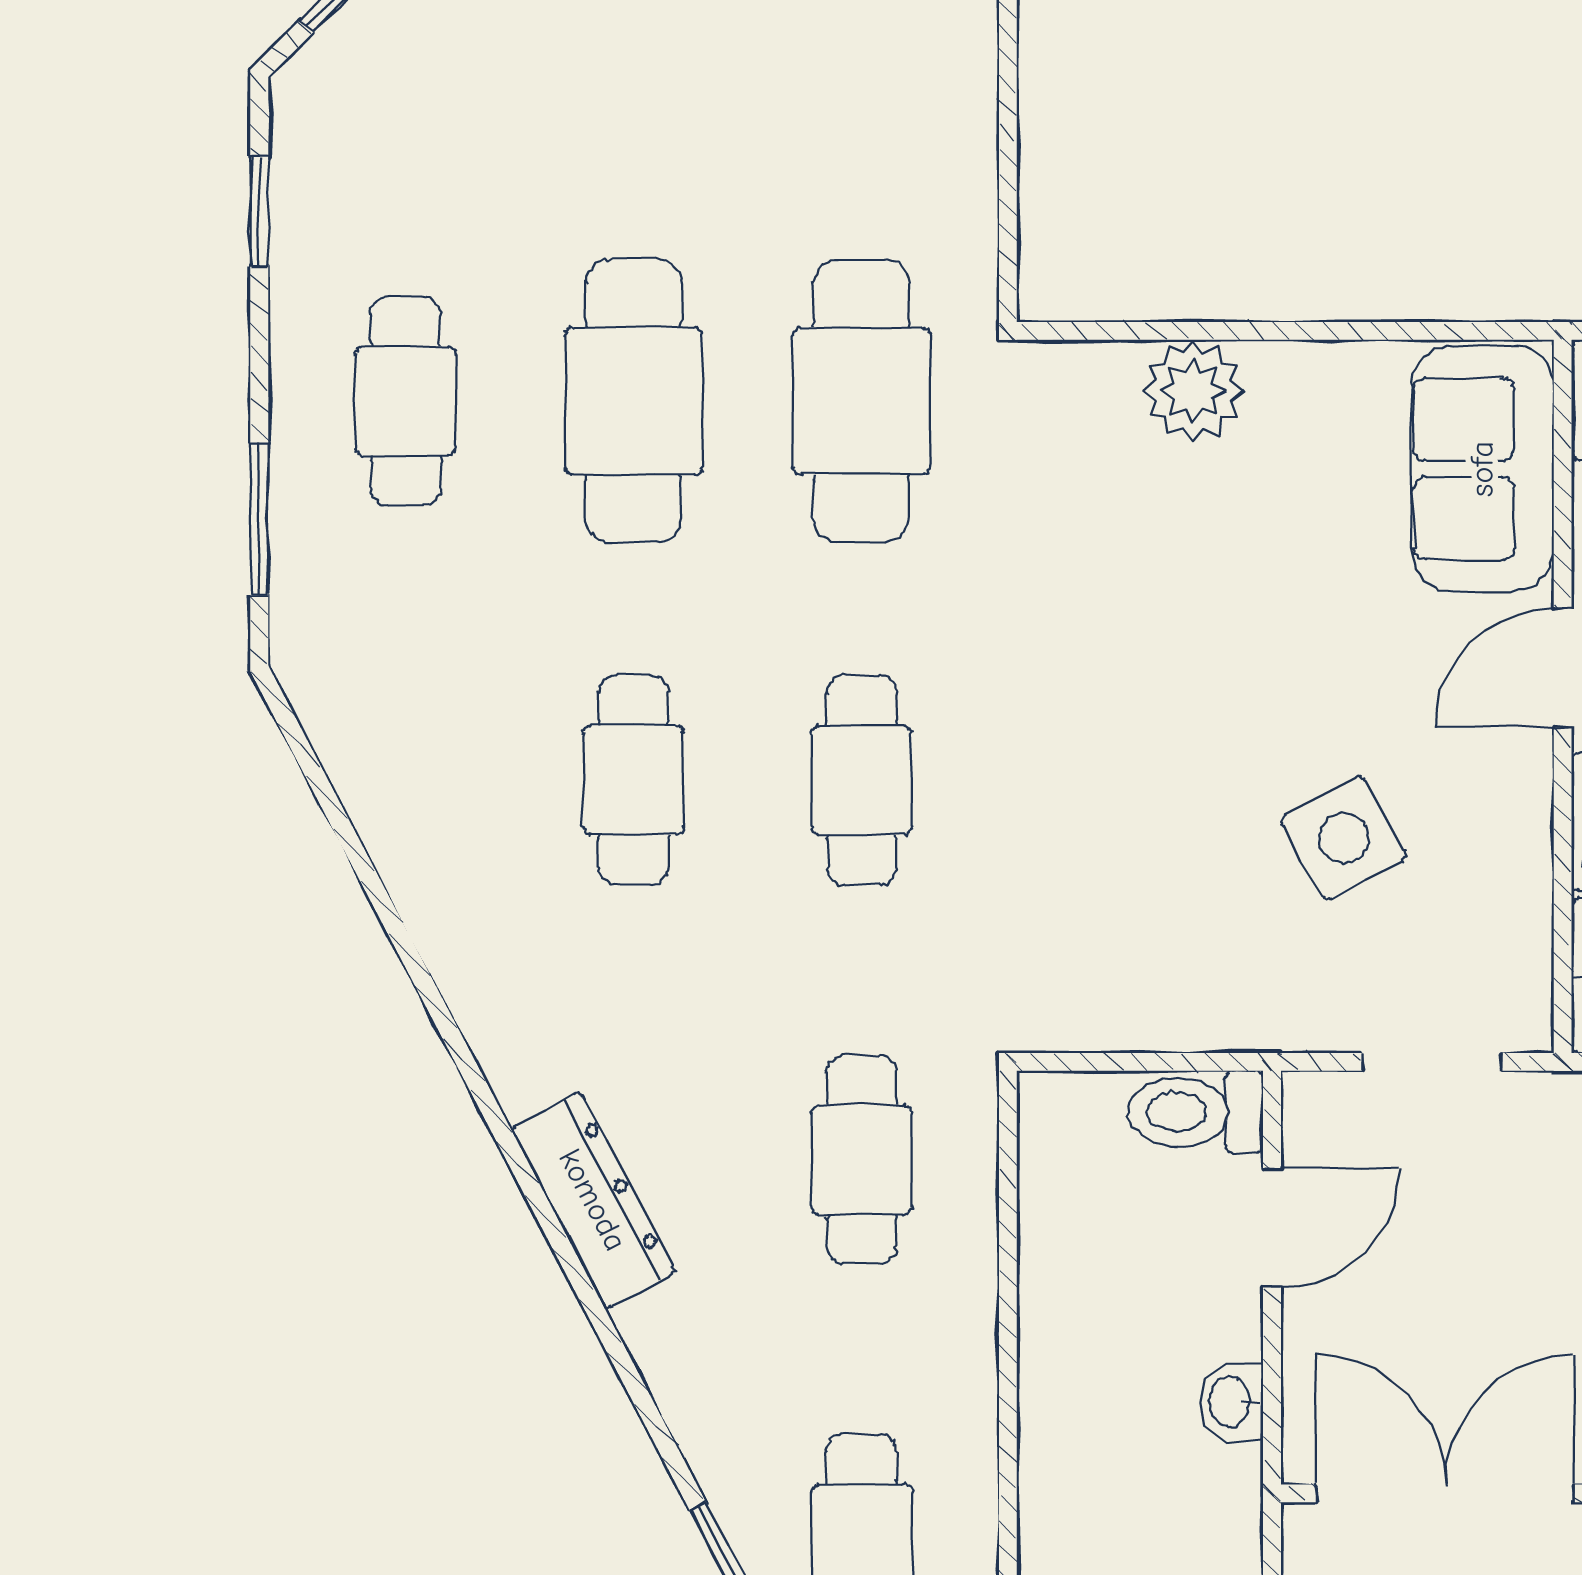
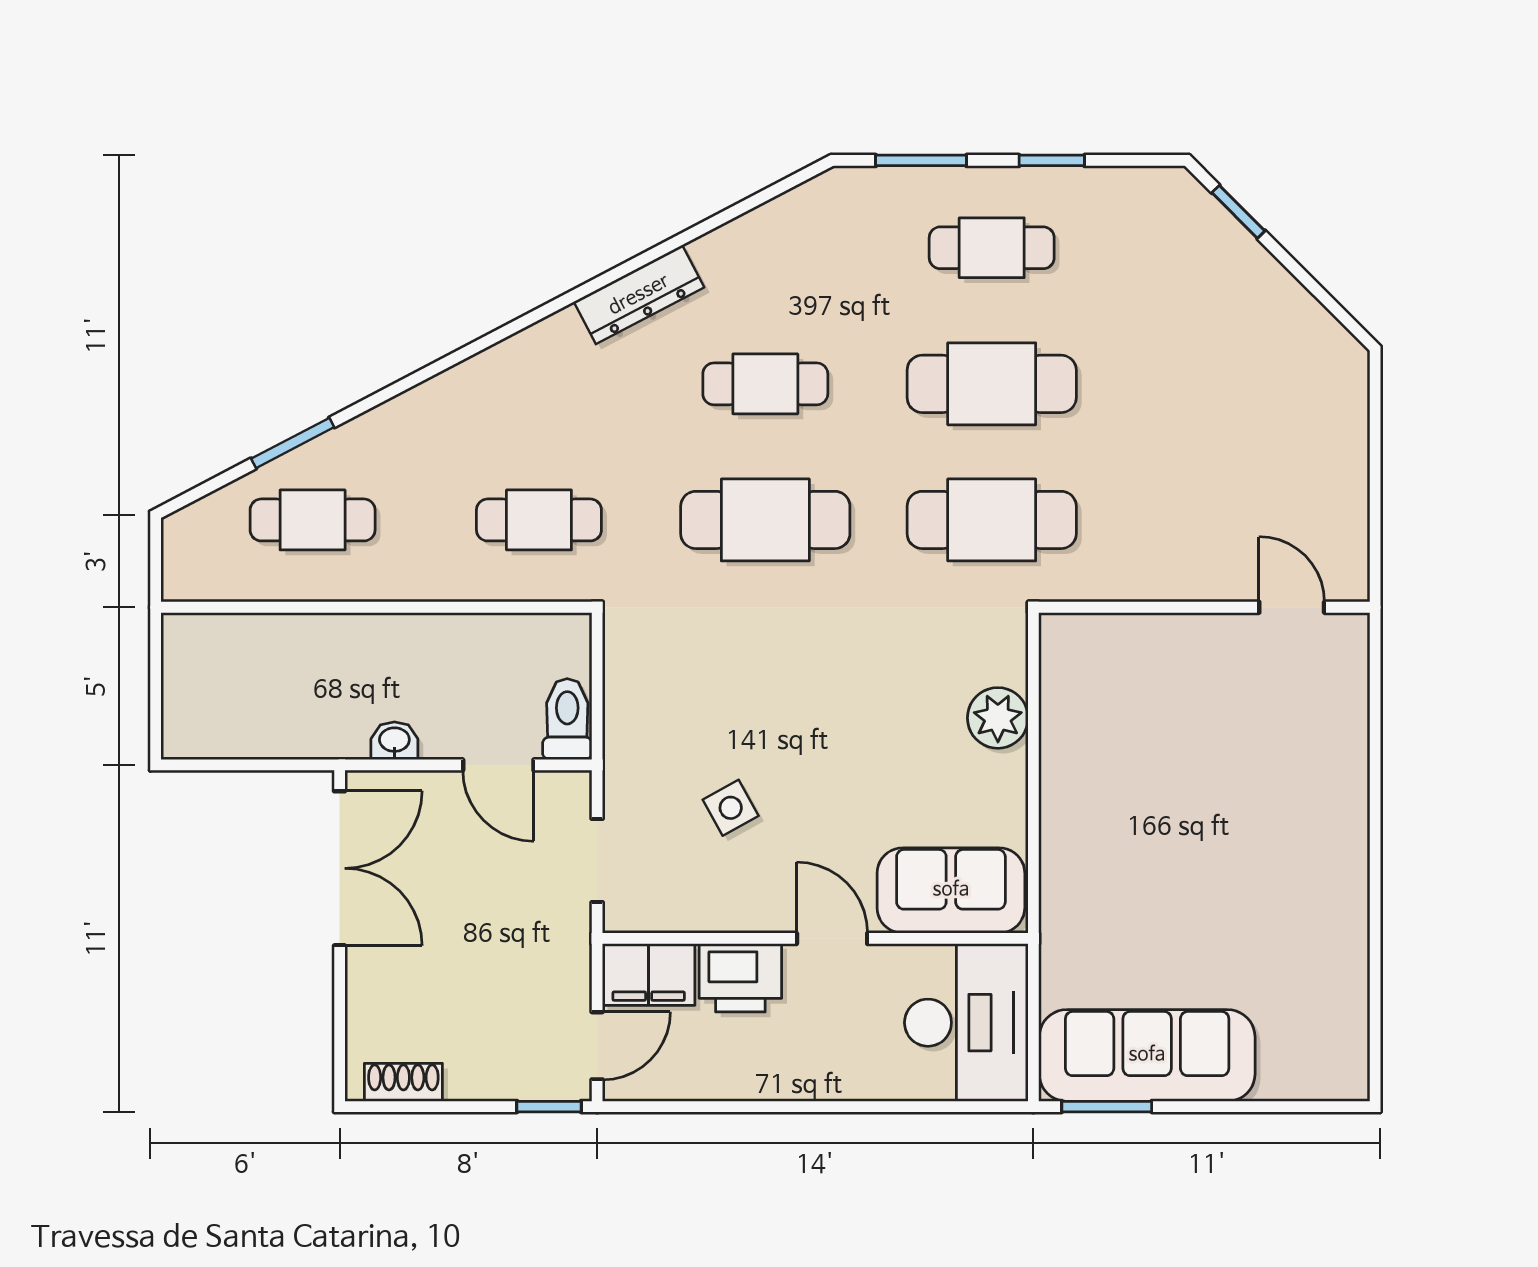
window: (259, 211) -> (1052, 160), moved
cafe table: (862, 780) -> (765, 520), width x1.37, depth x1.35
side table: (1344, 838) -> (731, 808), width x0.73, depth x0.73
dresser: (593, 1200) -> (639, 295), moved

